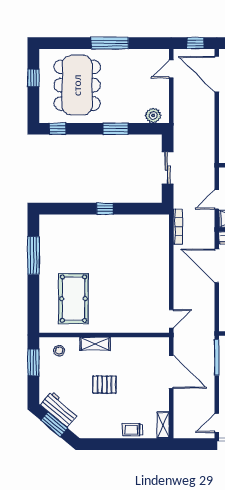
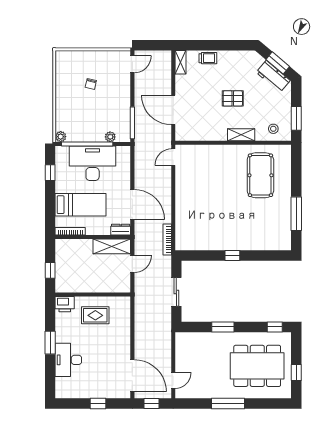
dining table: (77, 85) -> (257, 366), turned 90
plant: (153, 115) -> (189, 339), removed

